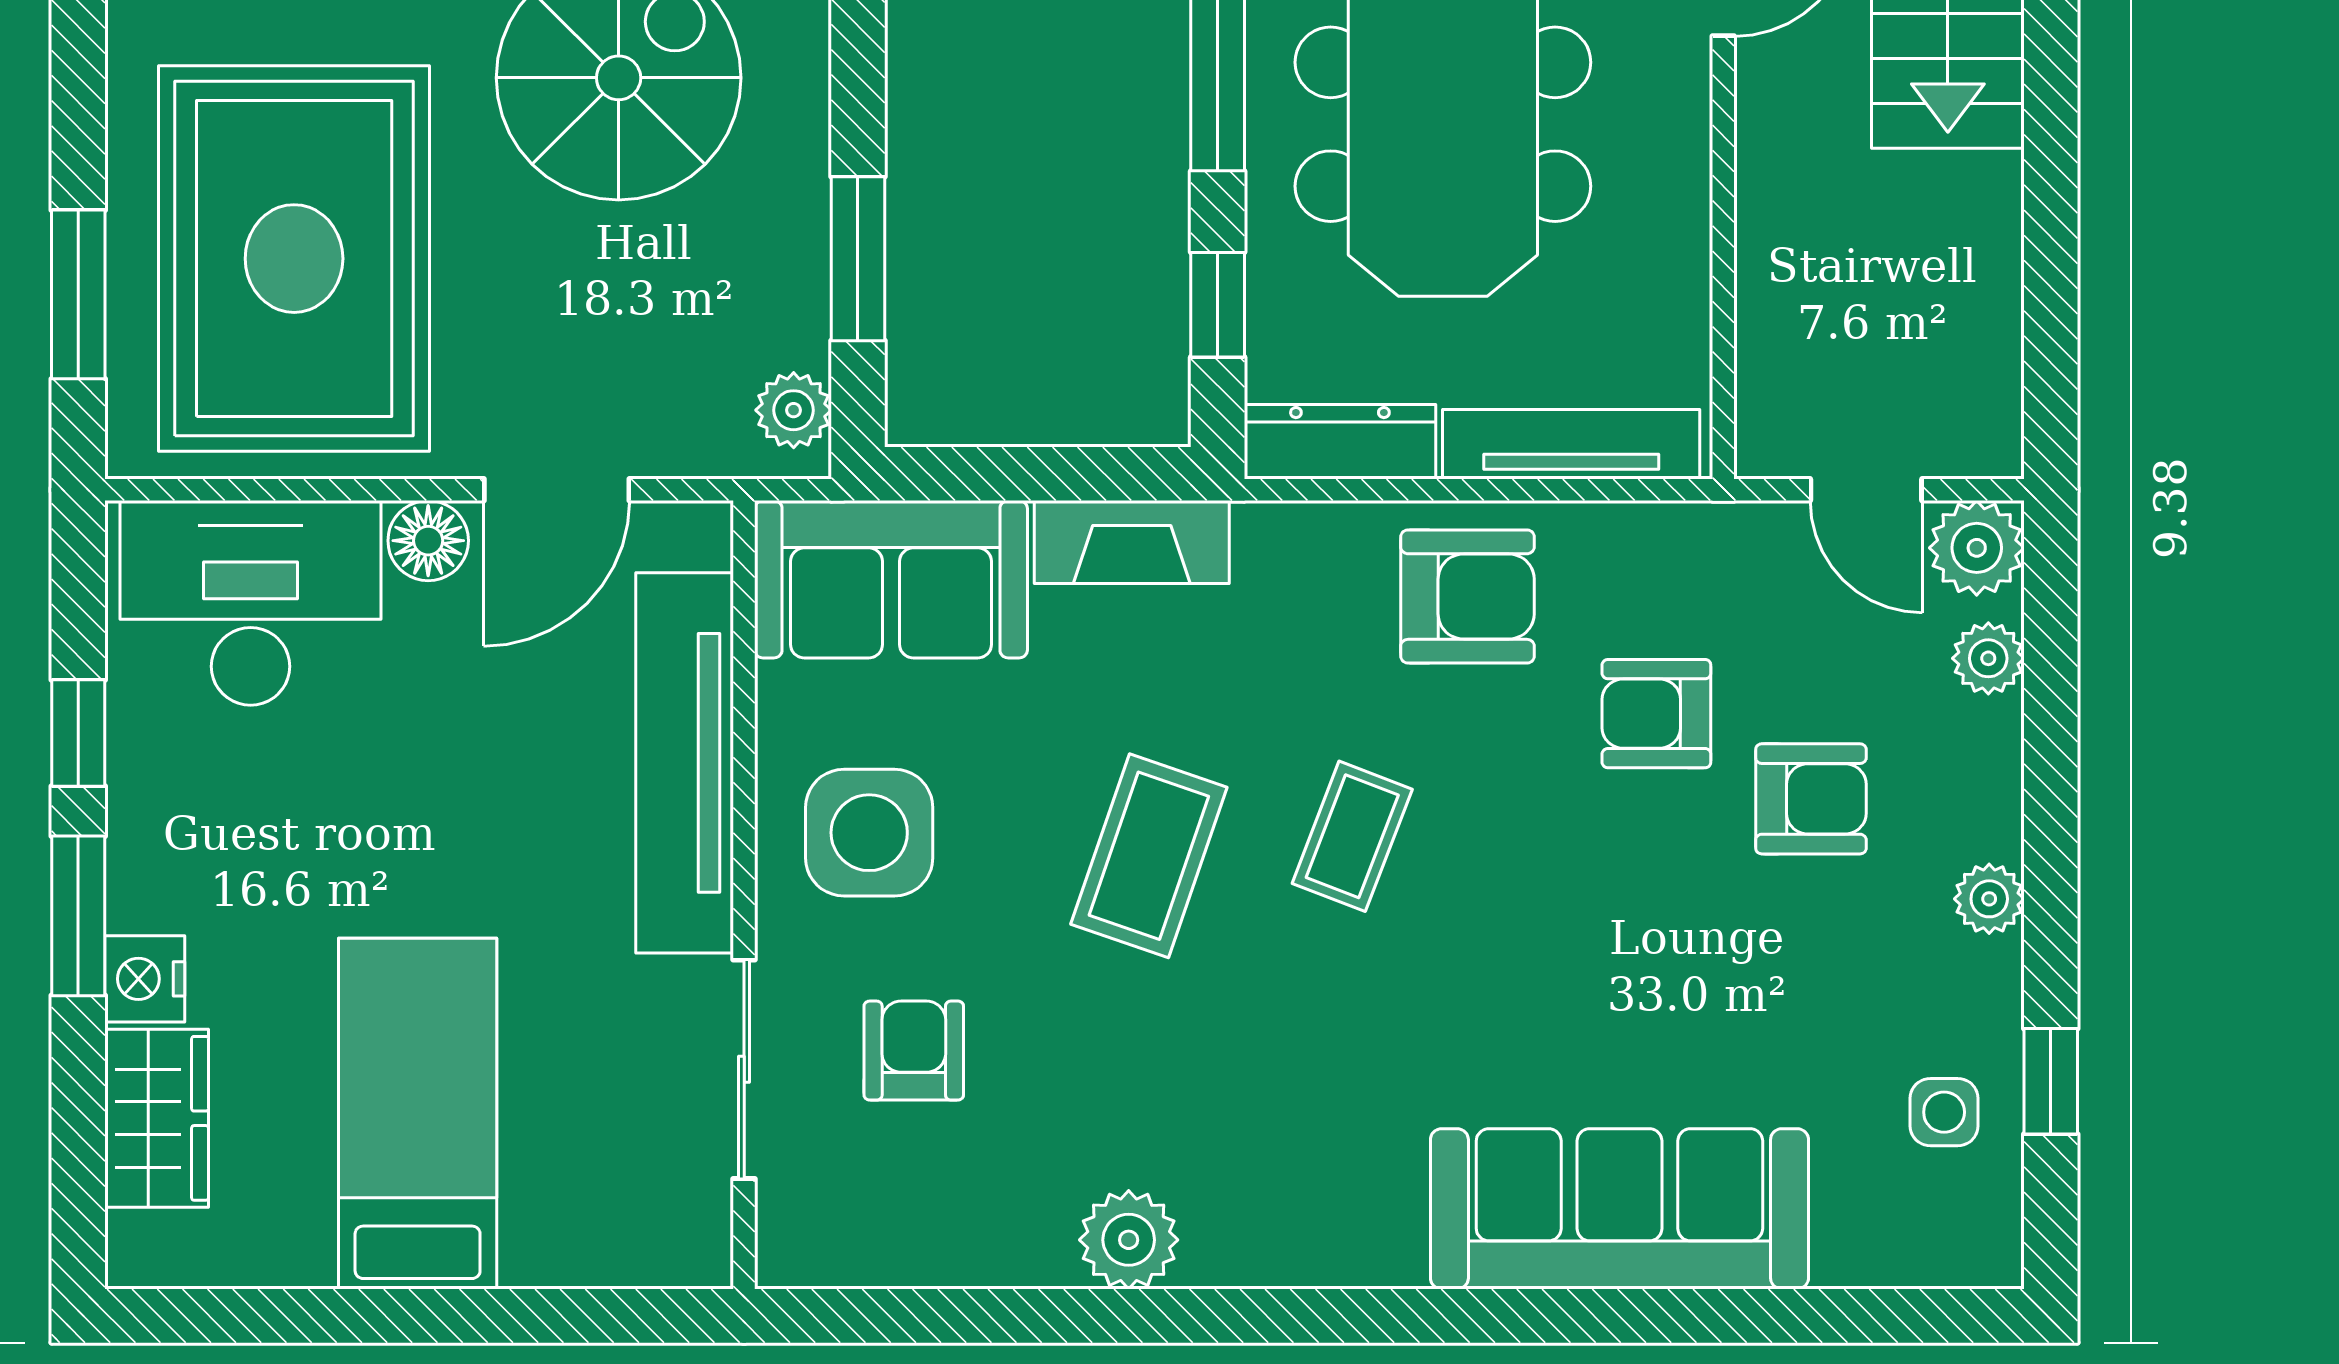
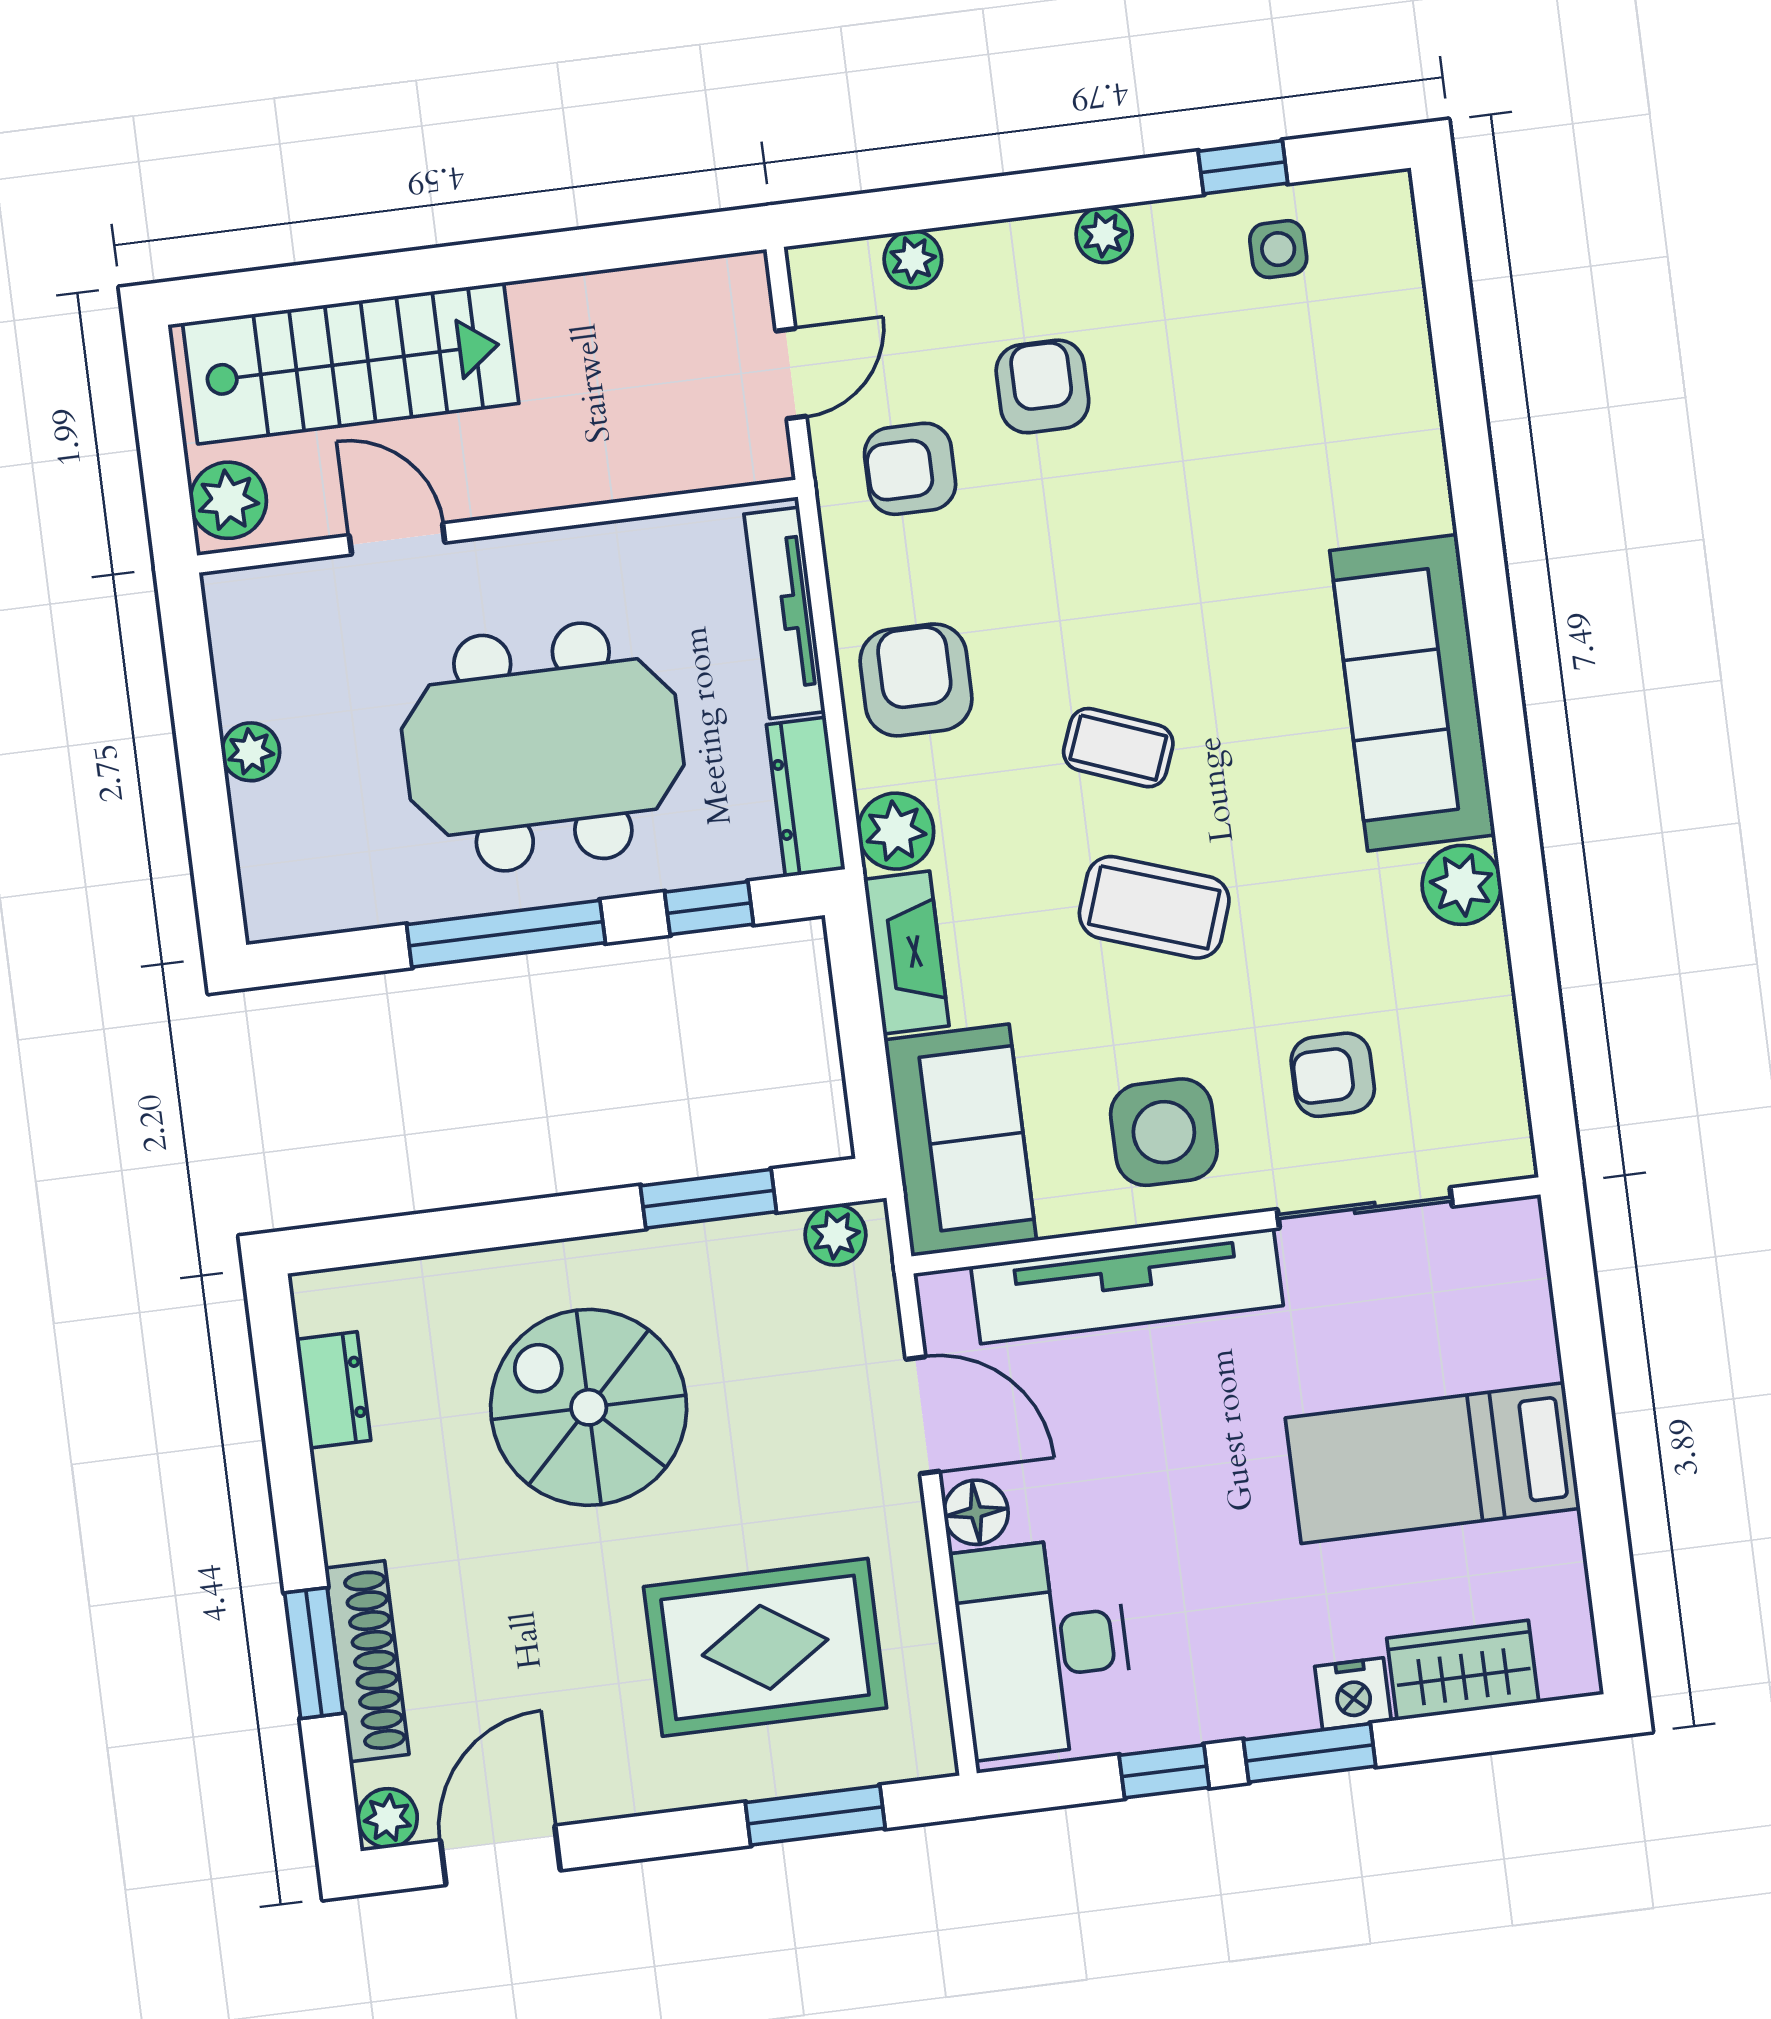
rug: (294, 259) -> (765, 1647), width x0.73, depth x0.69
plant: (1977, 548) -> (896, 831), moved
armchair: (1656, 714) -> (910, 469), moved, turned 90
sofa: (1619, 1209) -> (1412, 693), moved

